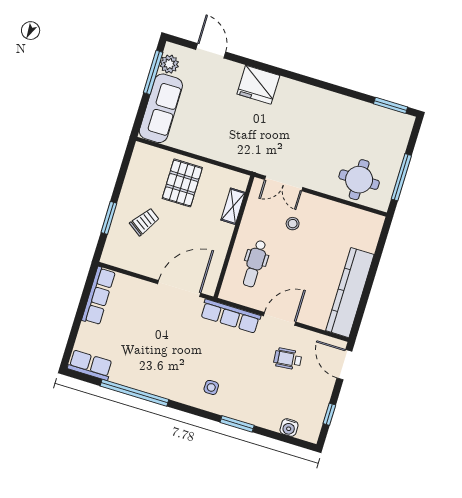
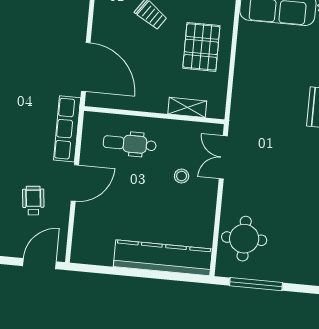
pallet: (182, 183) -> (201, 47), turned 90
kitchen counter: (350, 293) -> (163, 258), moved
door: (280, 319) -> (75, 183), hinge flipped

